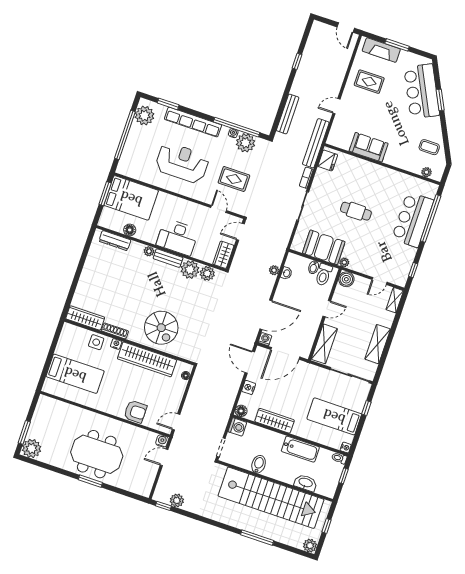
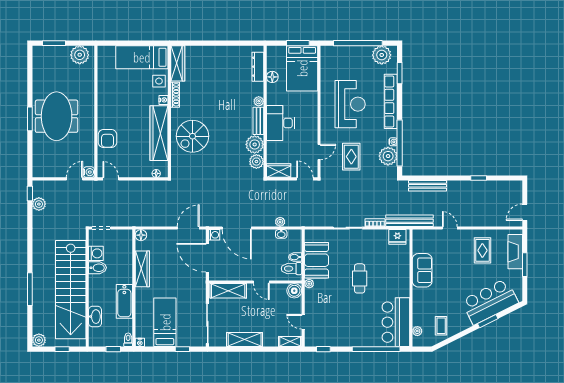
bar counter: (413, 220) -> (396, 322), moved, turned -90
bed: (75, 374) -> (142, 57), moved, turned 90
nightstand: (249, 387) -> (165, 235), removed
washing machine: (237, 427) -> (96, 253), moved, turned -90
plant: (32, 448) -> (80, 55), moved
door: (164, 457) -> (75, 179), hinge flipped

